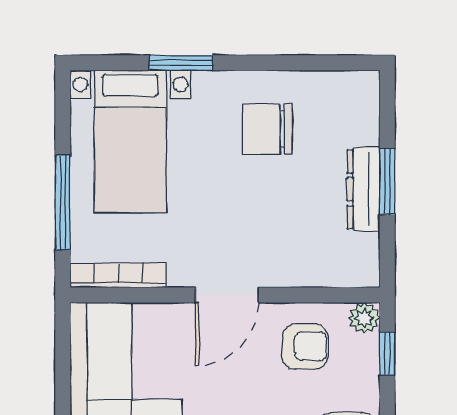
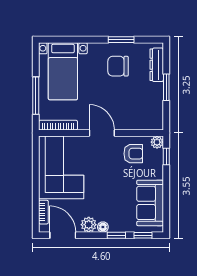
window: (181, 63) -> (121, 40), moved
dresser: (363, 189) -> (157, 65), moved
door: (227, 295) -> (102, 133), swing flipped

